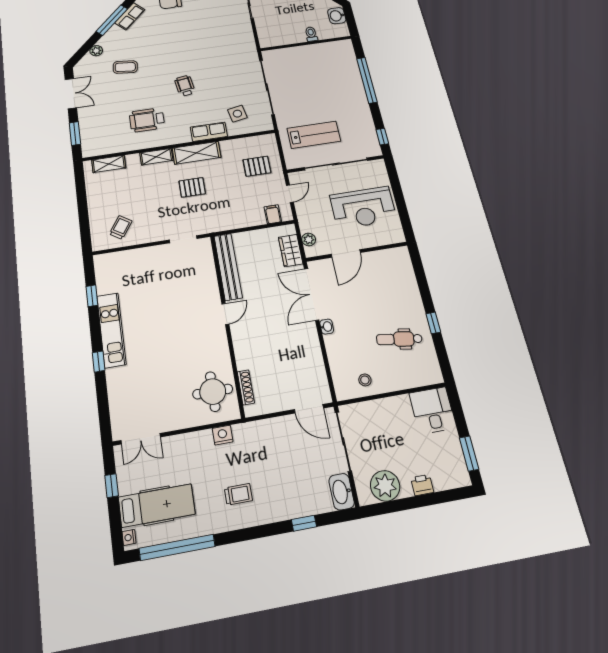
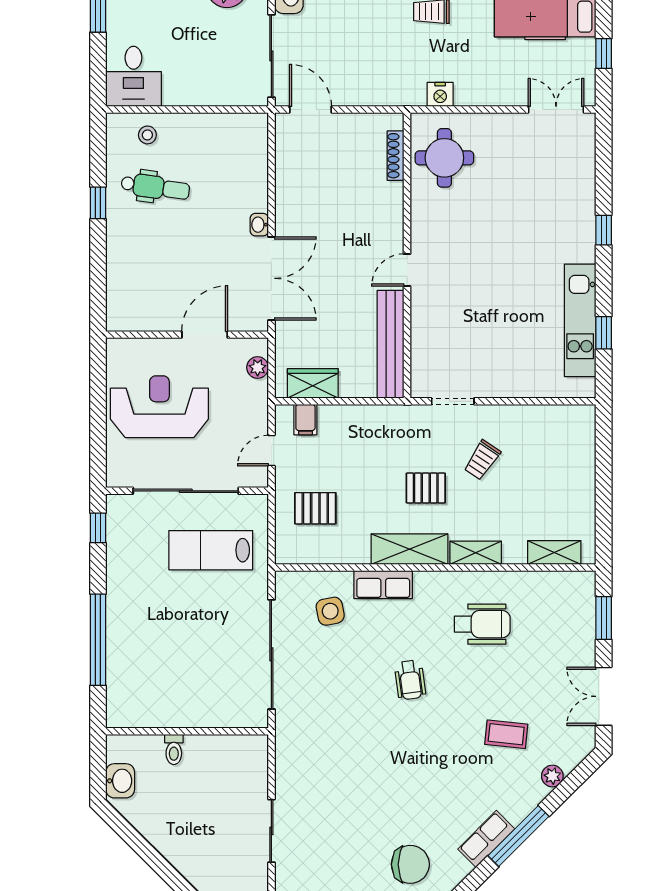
trolley: (121, 227) -> (482, 460), moved
wardrobe: (291, 251) -> (313, 383), moved, turned -90
kitchen unit: (111, 330) -> (580, 320), moved
stool: (365, 380) -> (147, 135), moved

